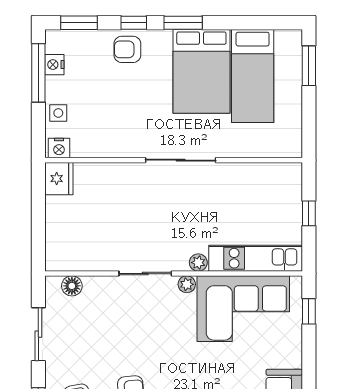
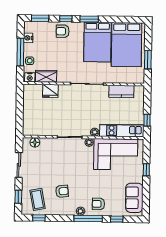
window: (309, 66) -> (148, 60), moved
window: (38, 73) -> (20, 52), moved
bed: (253, 76) -> (126, 45), width x1.50
wardrobe: (93, 145) -> (46, 76), added
kitchen counter: (254, 175) -> (121, 91), added
fridge: (59, 179) -> (50, 91), moved, turned 90
window: (309, 213) -> (147, 120), moved
window: (309, 311) -> (146, 170), moved

